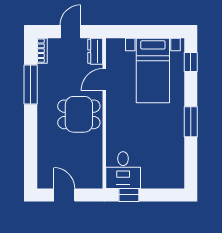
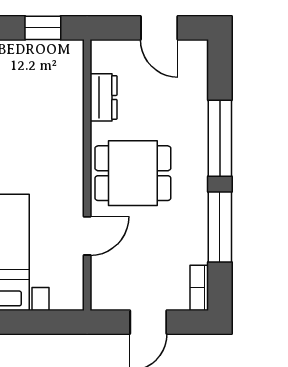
dresser: (95, 51) -> (103, 97), moved
window: (31, 134) -> (220, 138), added
desk: (123, 170) -> (53, 73), removed

